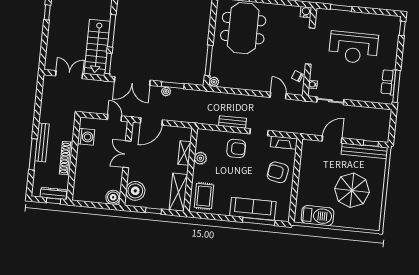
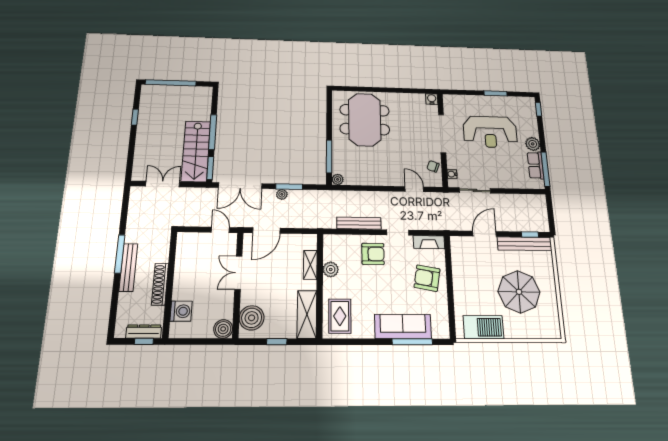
window: (341, 8) -> (495, 93), moved
plant: (390, 62) -> (533, 144), added
bench: (233, 122) -> (359, 223), width x1.36
washing machine: (86, 137) -> (181, 311), moved
window: (33, 154) -> (120, 254), moved

